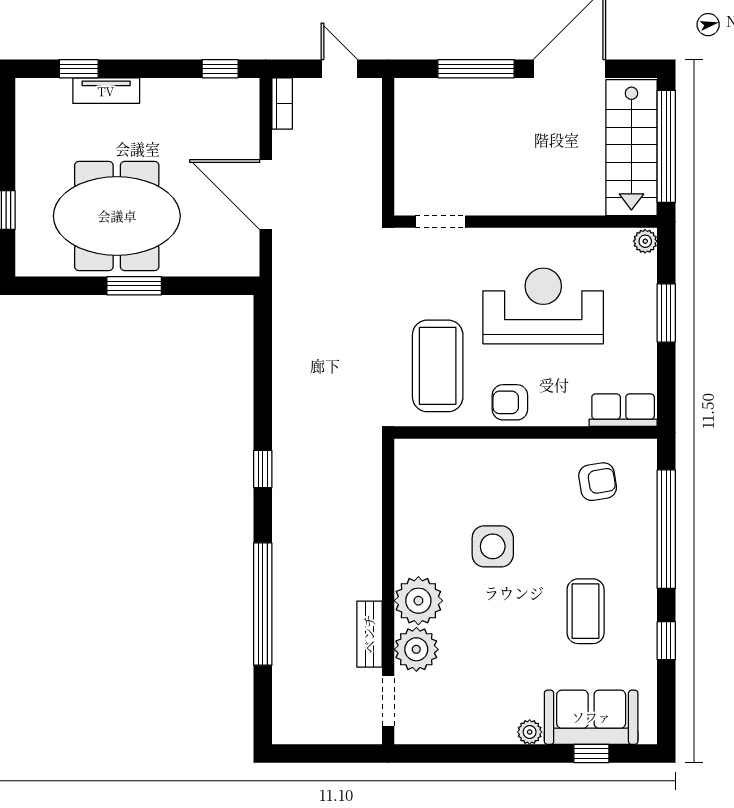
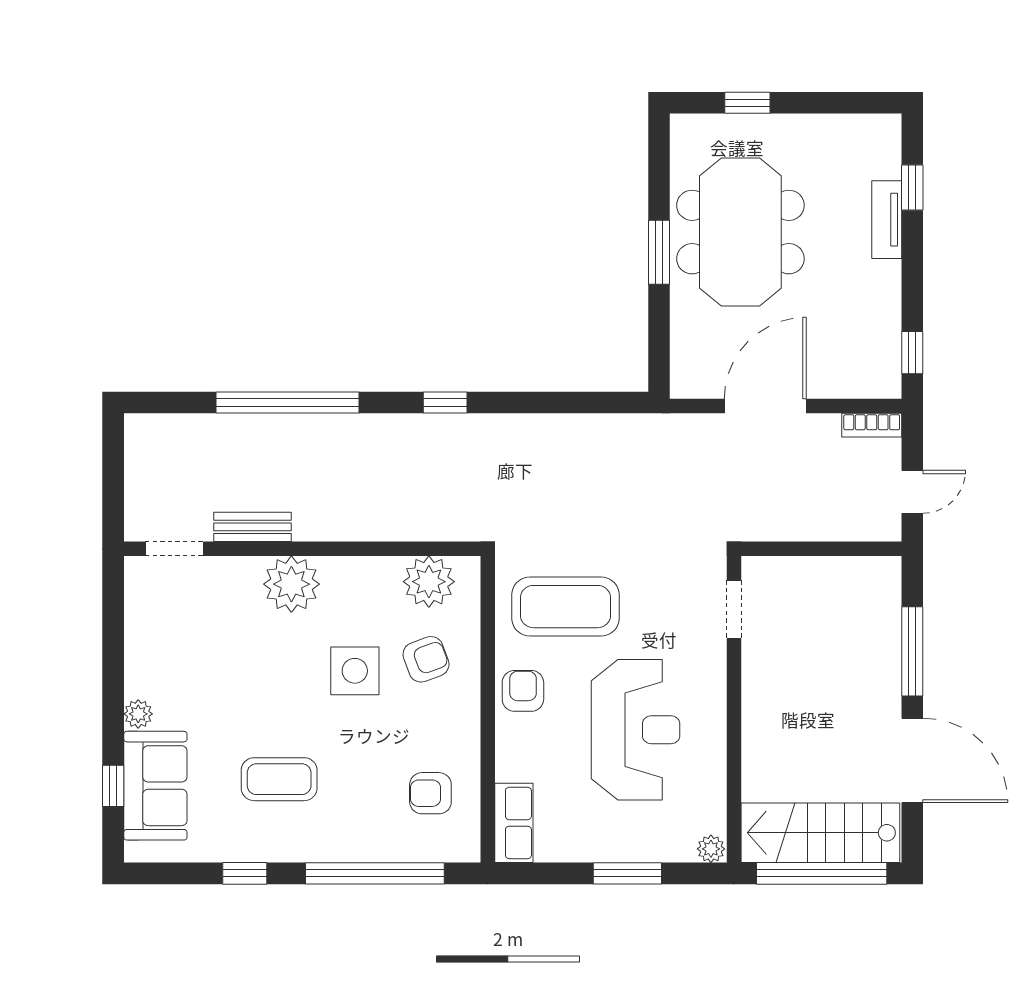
armchair: (598, 482) -> (430, 793), turned 99
armchair: (483, 485) -> (426, 659), added
plant: (416, 649) -> (429, 582), moved

